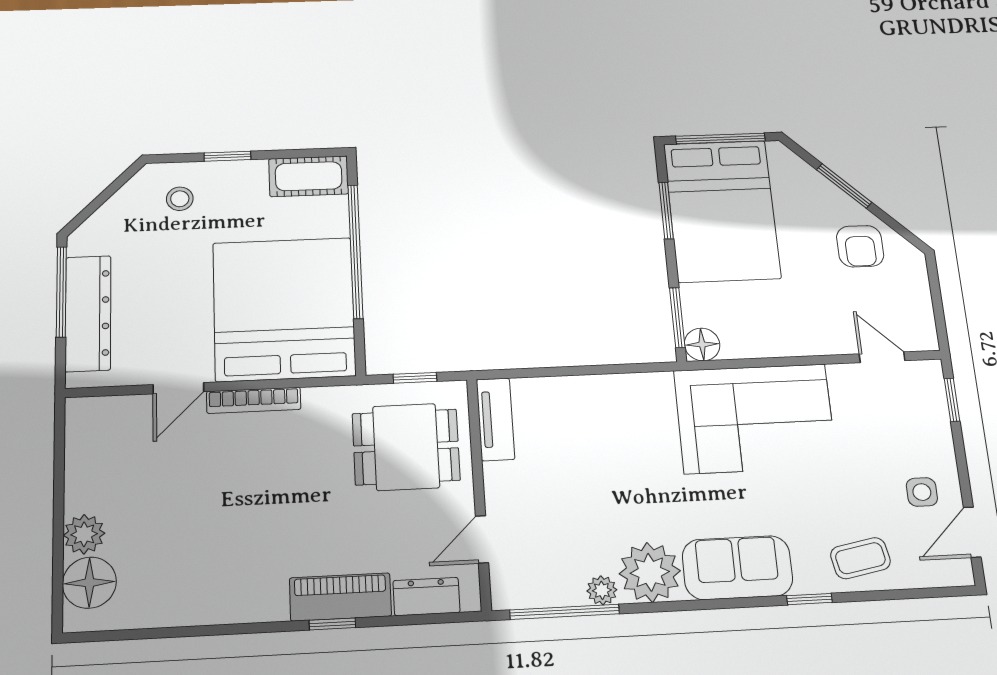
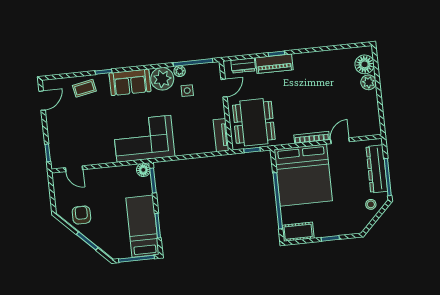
stool: (180, 199) -> (371, 204), moved
bed: (722, 211) -> (143, 226), width x0.67
corner sofa: (755, 419) -> (144, 139), moved
dining table: (406, 447) -> (254, 122), width x1.38
side table: (922, 492) -> (187, 91), moved

